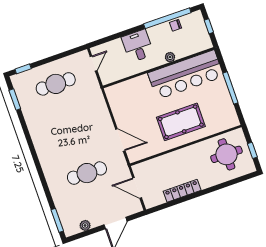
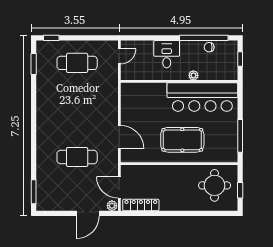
window: (230, 88) -> (240, 136), moved
locker: (182, 191) -> (141, 205), moved
plant: (85, 225) -> (112, 206), moved

